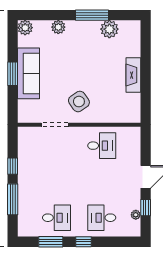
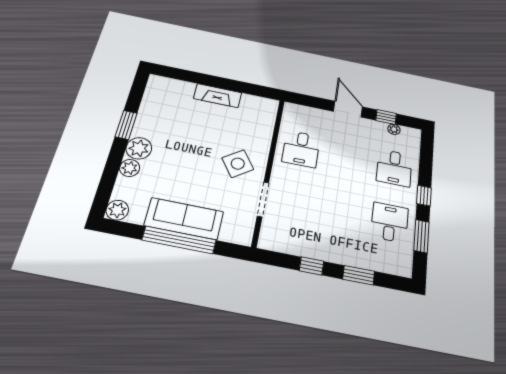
window: (92, 15) -> (126, 125), width x0.69
plant: (109, 29) -> (139, 148), moved
window: (13, 74) -> (179, 240), width x2.11
desk: (102, 146) -> (301, 149), turned 180
window: (13, 199) -> (359, 275), width x0.69

